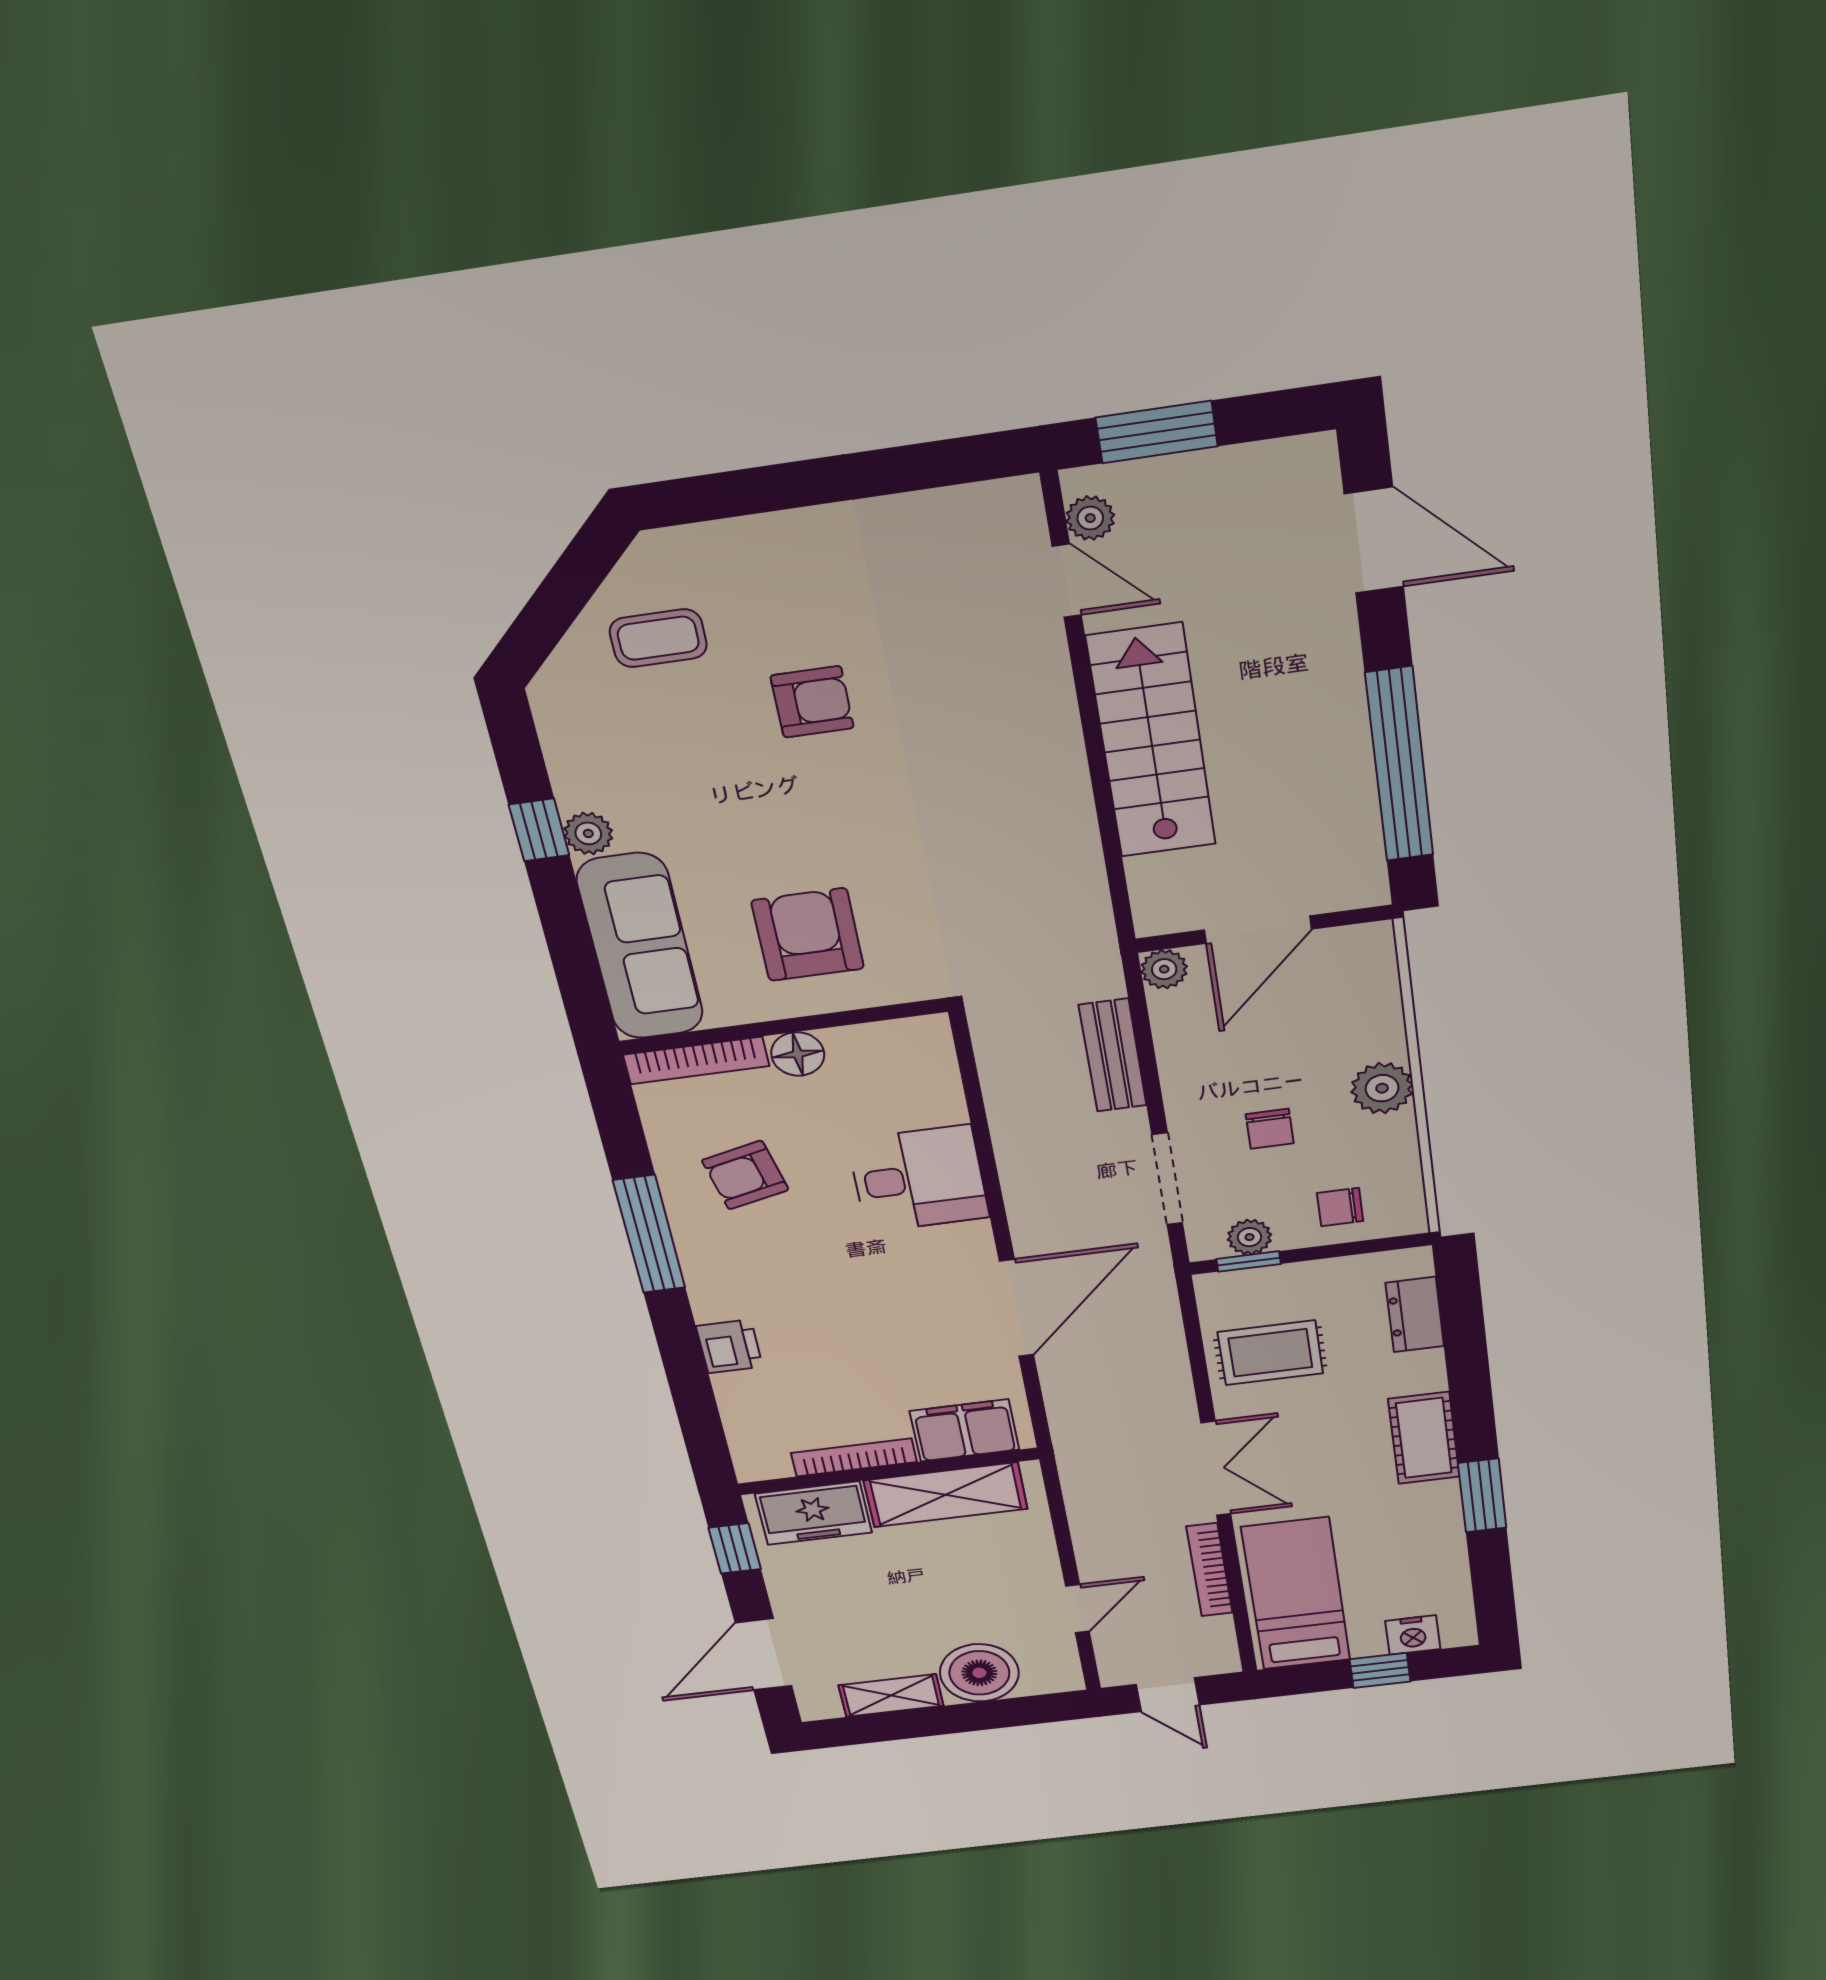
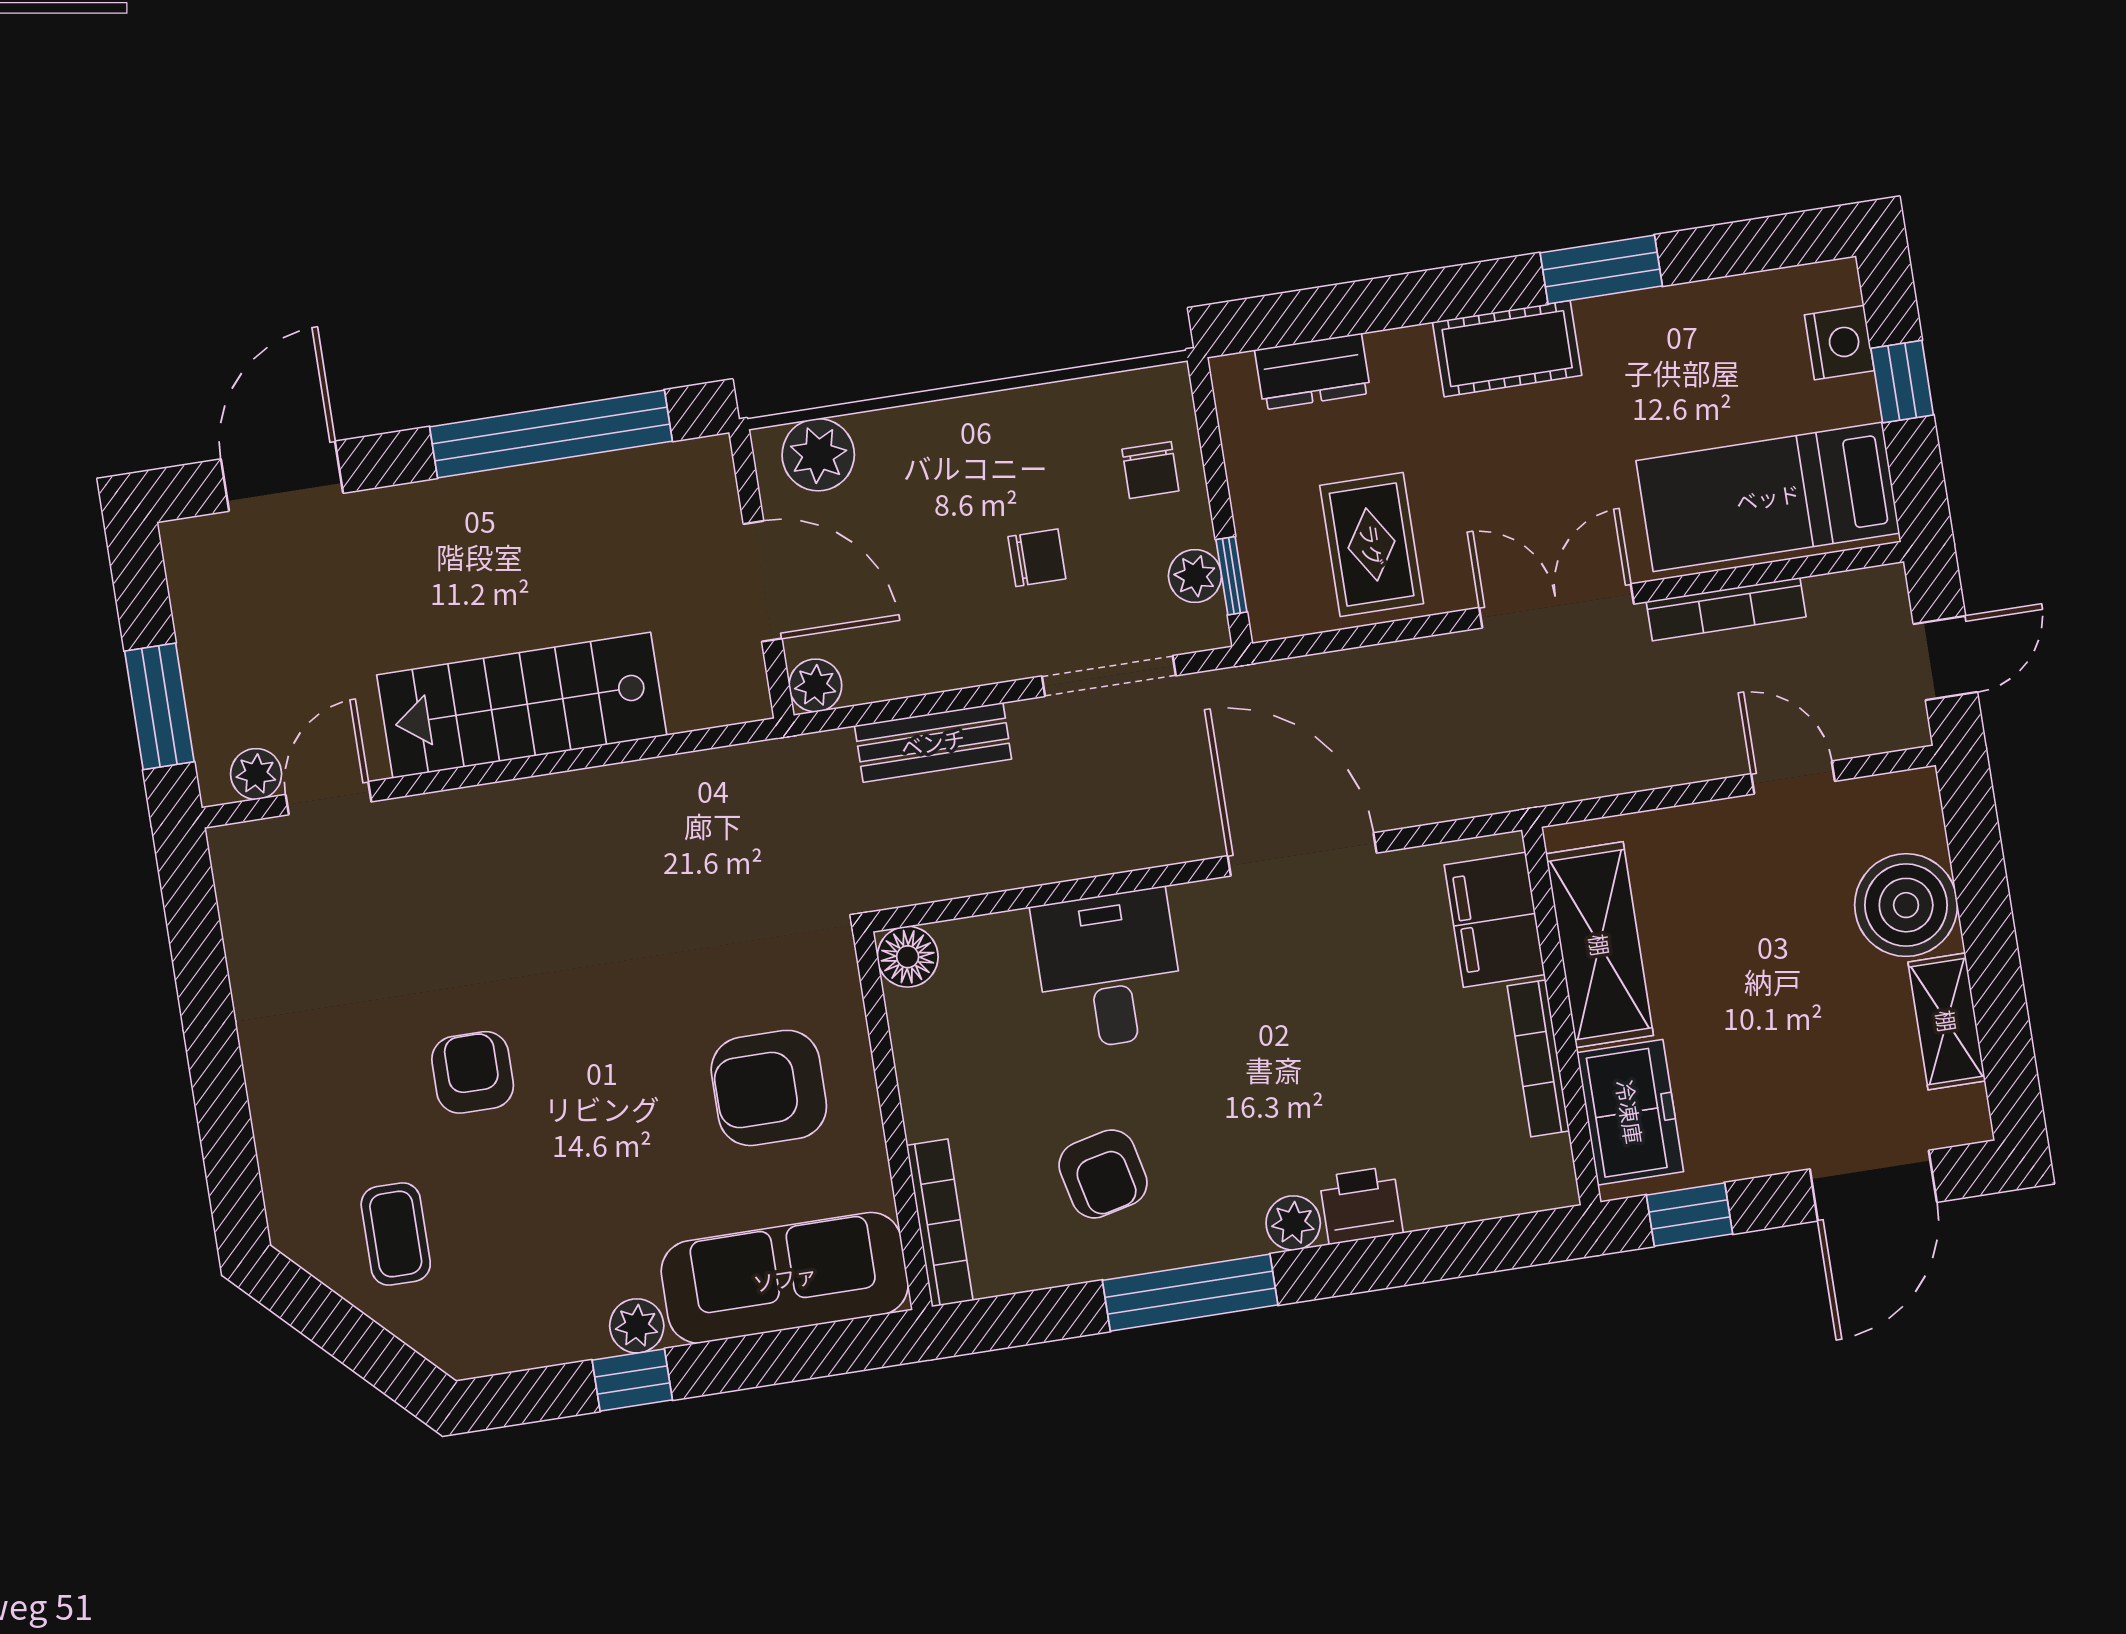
floor lamp: (798, 1054) -> (908, 957), moved
plant: (1382, 1088) -> (818, 455), moved
plant: (712, 1302) -> (1293, 1223), added
door: (764, 1655) -> (1873, 1186), hinge flipped

